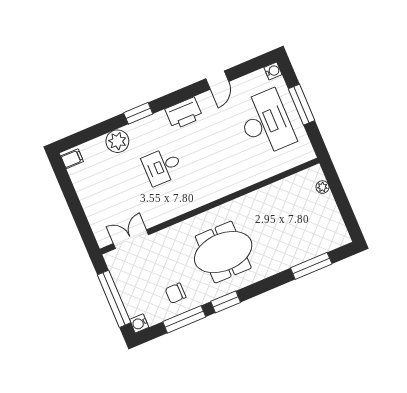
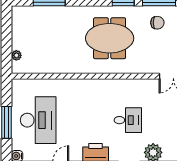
desk: (266, 123) -> (38, 120), turned 180

